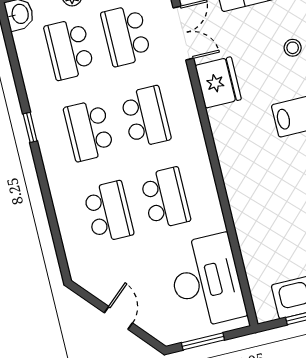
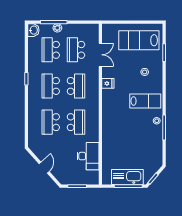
fridge: (218, 82) -> (108, 83), width x0.53, depth x0.75
school desk: (108, 212) -> (51, 122), turned 180
desk: (206, 281) -> (88, 156), width x0.73, depth x0.77

